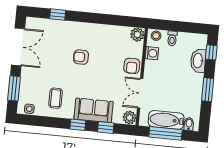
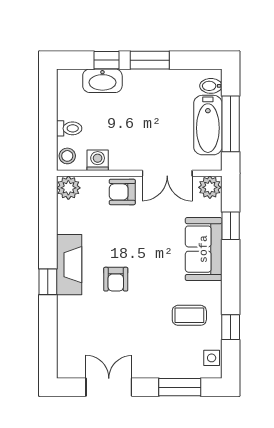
window: (58, 15) -> (48, 282), moved
fireplace: (92, 31) -> (69, 265), added
double door: (18, 47) -> (109, 387), width x0.73
window: (211, 52) -> (106, 60), moved
armchair: (132, 66) -> (122, 192), turned 180
window: (78, 125) -> (231, 327), moved

